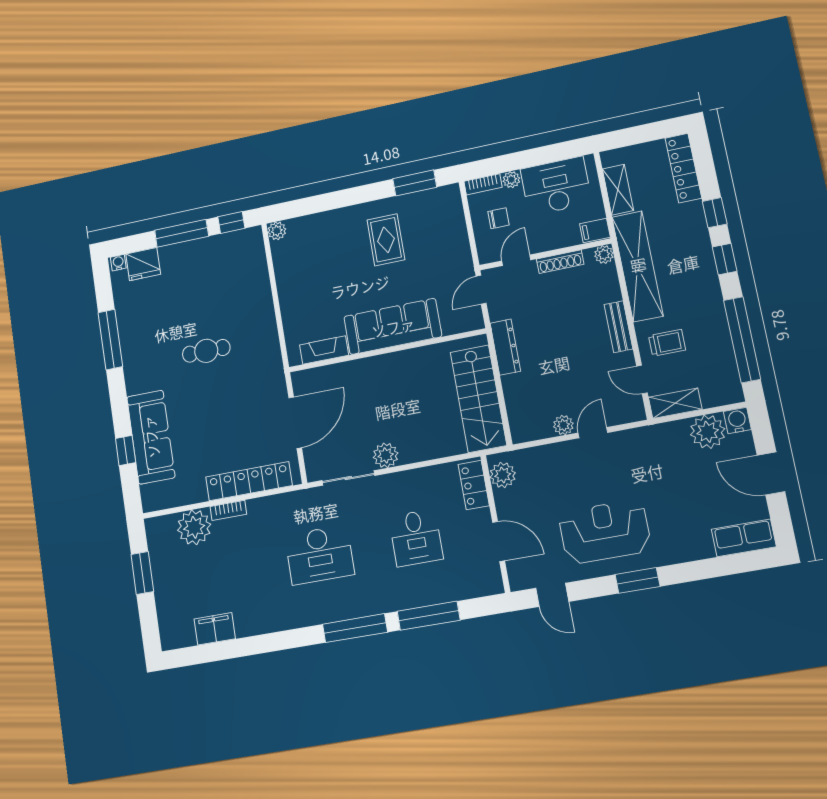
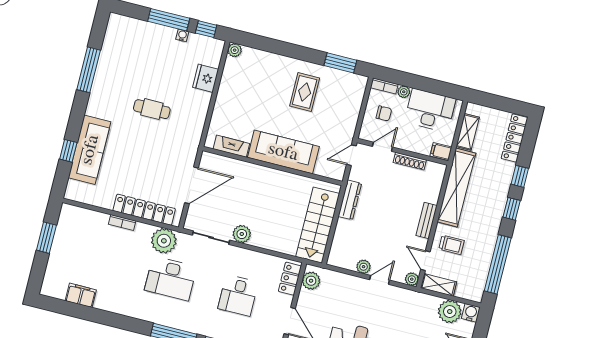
plant: (604, 255) -> (412, 279), moved
water cooler: (118, 263) -> (182, 35), moved
fridge: (143, 264) -> (206, 78), moved, turned 90
plant: (194, 527) -> (164, 241), moved

